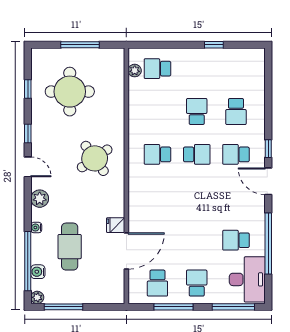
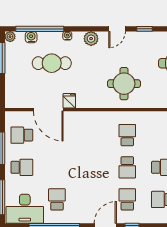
round table: (95, 158) -> (124, 84), turned 35

